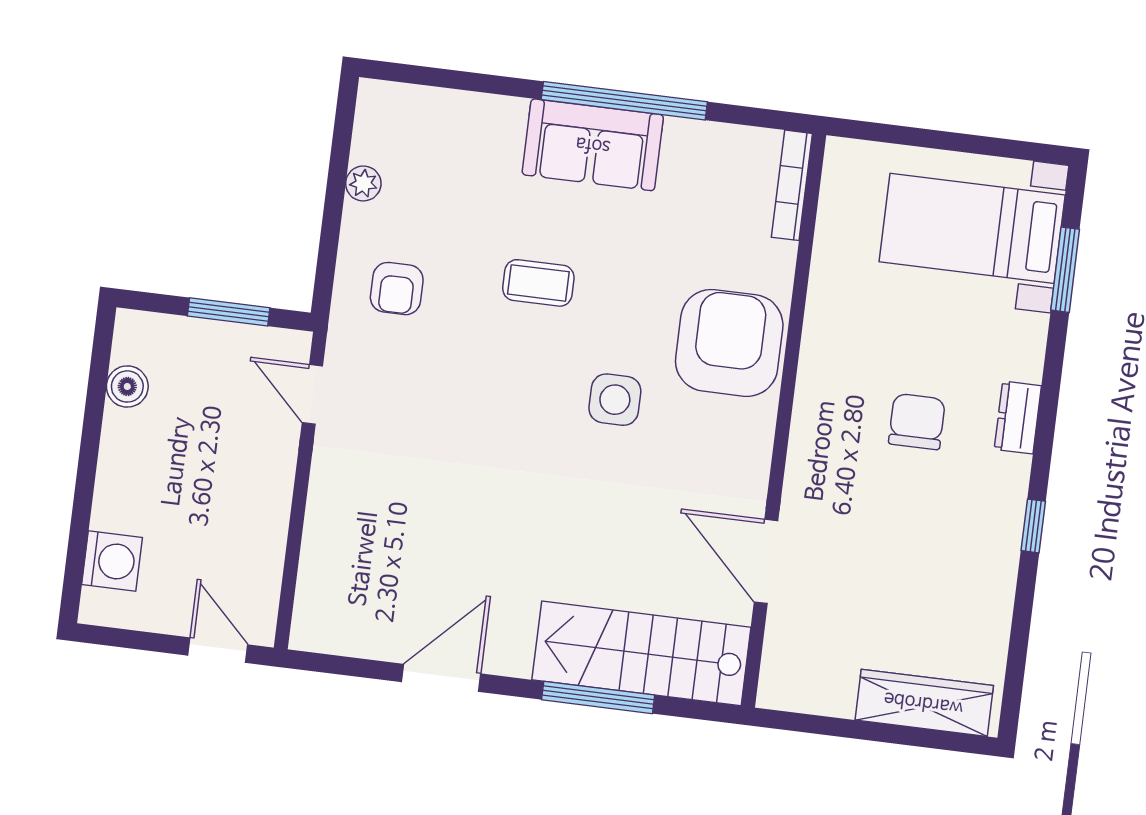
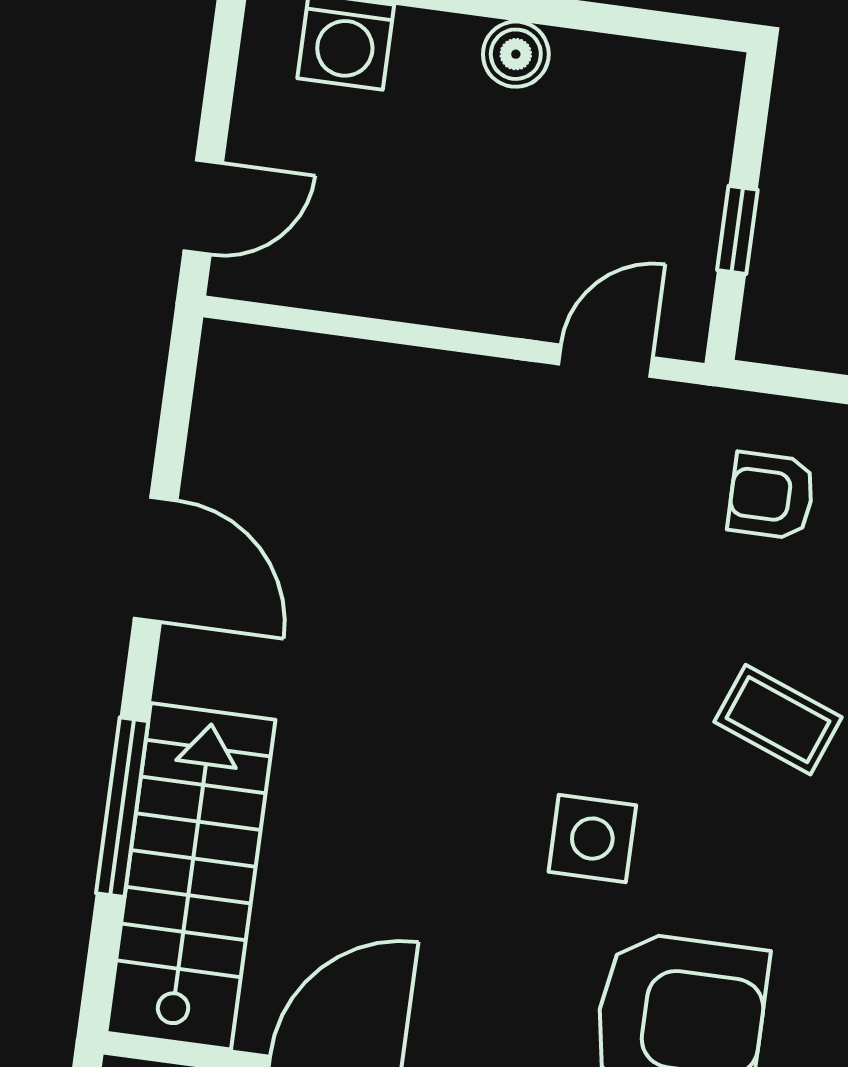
coffee table: (538, 283) -> (778, 720), turned -69
window: (229, 312) -> (737, 230), width x0.67
boiler: (127, 386) -> (516, 54), moved

